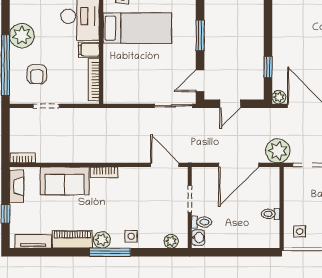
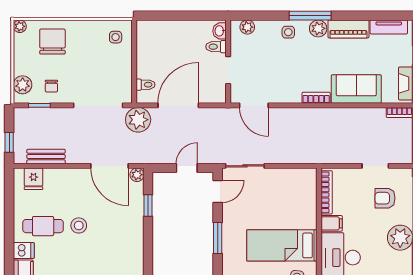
armchair: (37, 74) -> (385, 198), turned -90
toilet: (271, 214) -> (145, 85), moved

